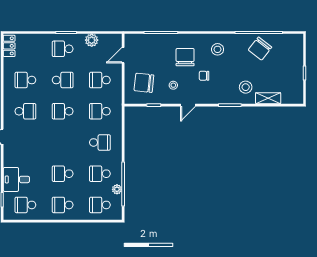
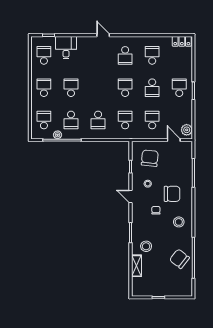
plant: (92, 40) -> (187, 130), moved
school desk: (100, 174) -> (71, 120), turned 180

